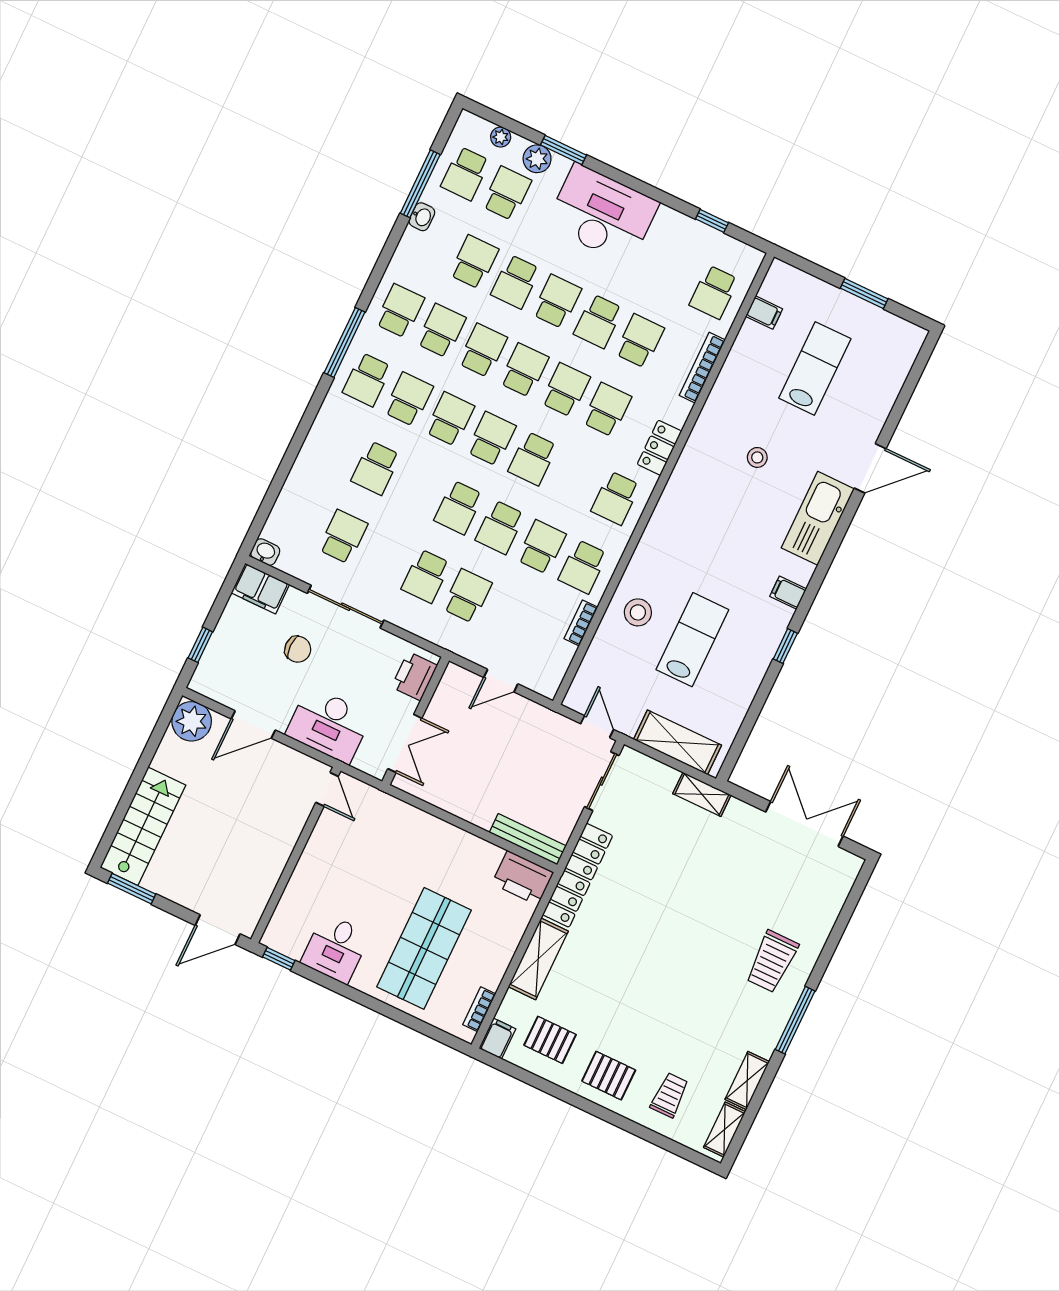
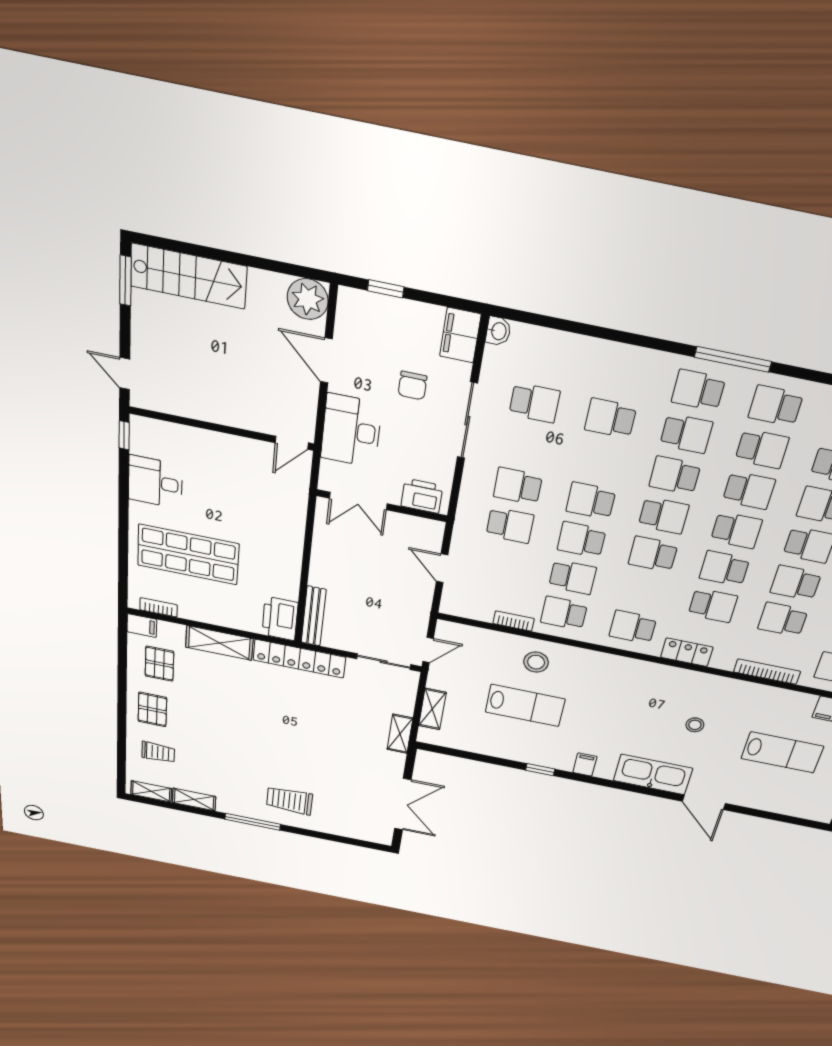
school desk: (400, 311) -> (776, 406), turned 180
school desk: (640, 341) -> (783, 619), turned 180
school desk: (566, 390) -> (724, 569), turned 180
school desk: (450, 419) -> (675, 475), turned 180
shelving: (677, 742) -> (432, 709), width x0.67, depth x0.75
door: (218, 930) -> (125, 374), width x0.73

